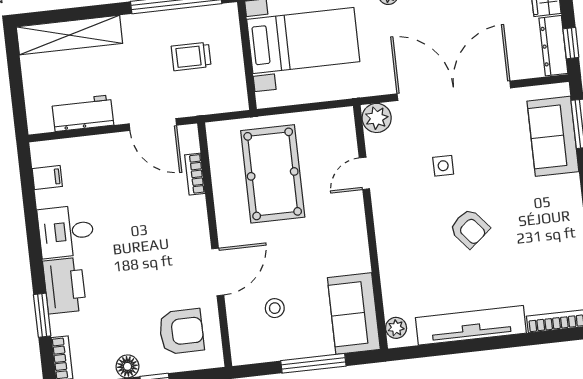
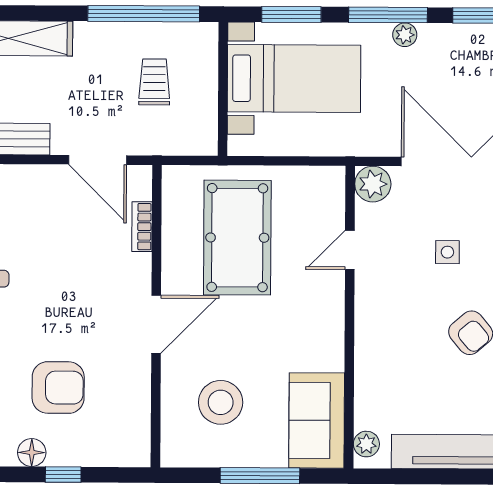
trolley: (191, 56) -> (154, 82), turned 90
door: (218, 272) -> (156, 324), moved
stool: (275, 308) -> (221, 402), width x1.89, depth x1.89
armchair: (181, 331) -> (58, 388), moved

